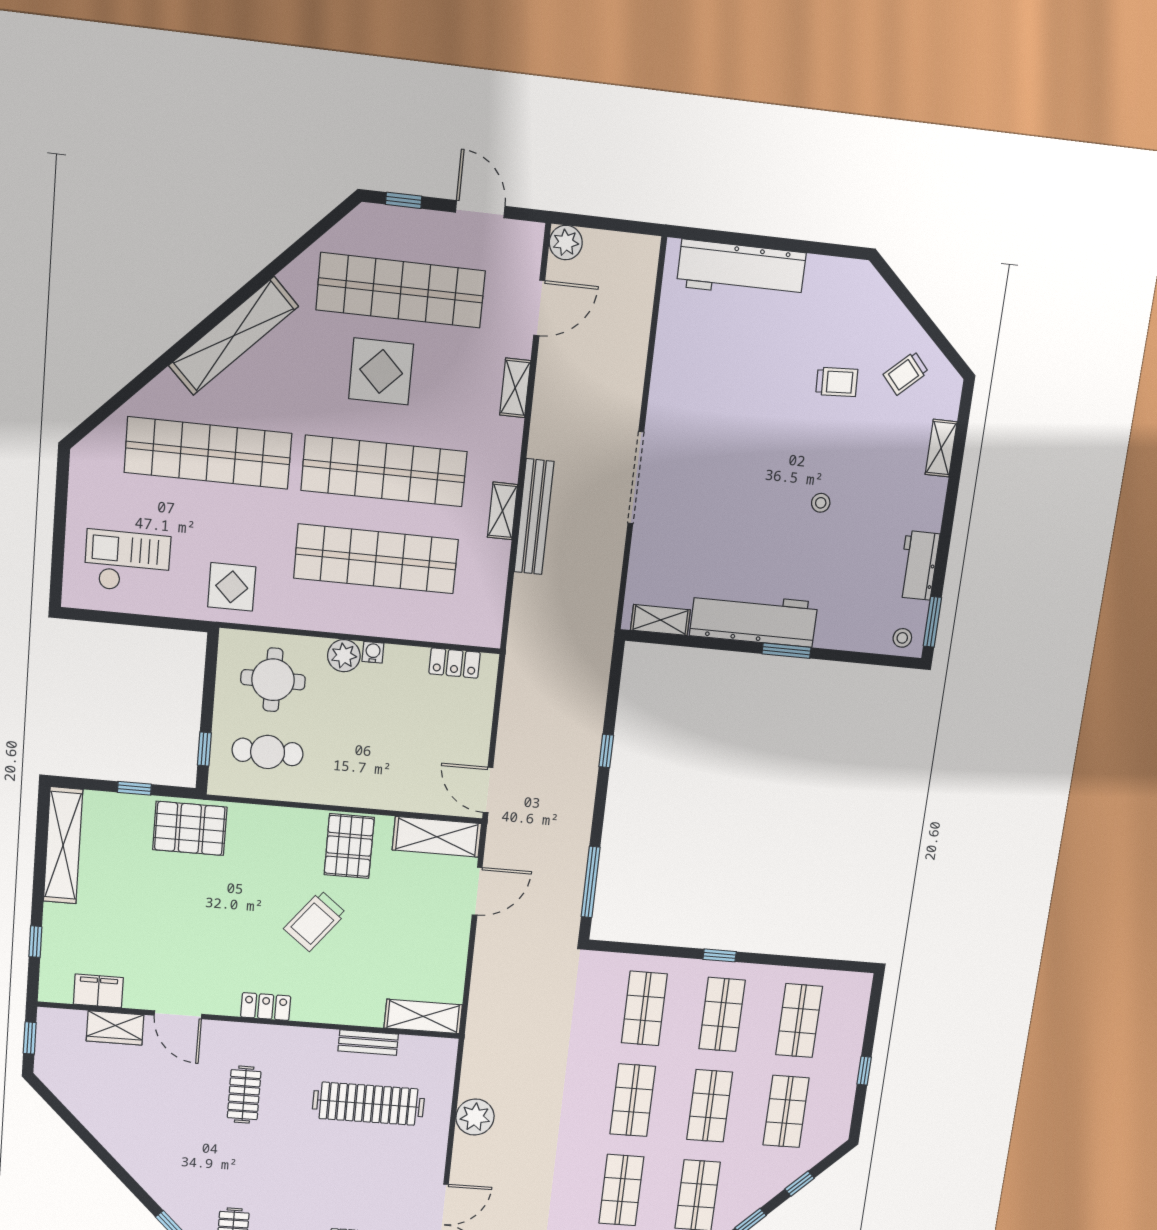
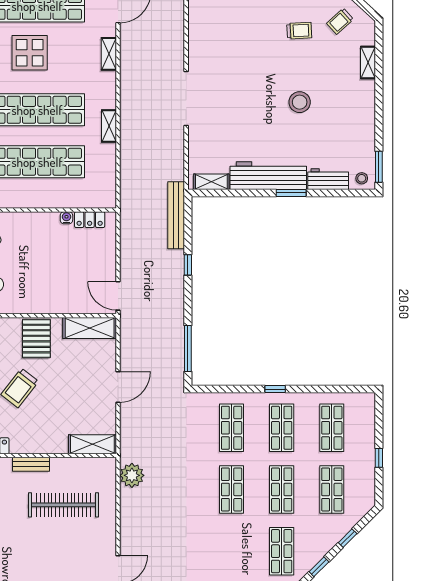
stool: (821, 503) -> (300, 102), width x1.89, depth x1.89
bench: (534, 517) -> (176, 215), moved
workbench: (918, 565) -> (328, 179), moved, turned 90
water cooler: (373, 652) -> (66, 218), moved
plant: (344, 656) -> (23, 221), removed
door: (477, 891) -> (118, 387), moved
bench: (368, 1043) -> (31, 464), moved
plant: (475, 1117) -> (132, 475), moved
shop shelf: (621, 1190) -> (232, 551), removed

